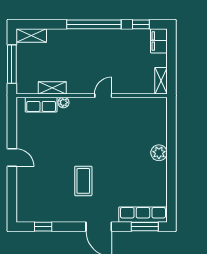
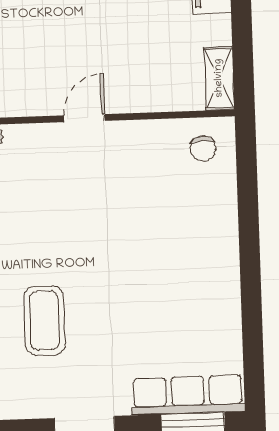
chair: (153, 110) -> (203, 149), added
plant: (159, 153) -> (220, 248), removed

